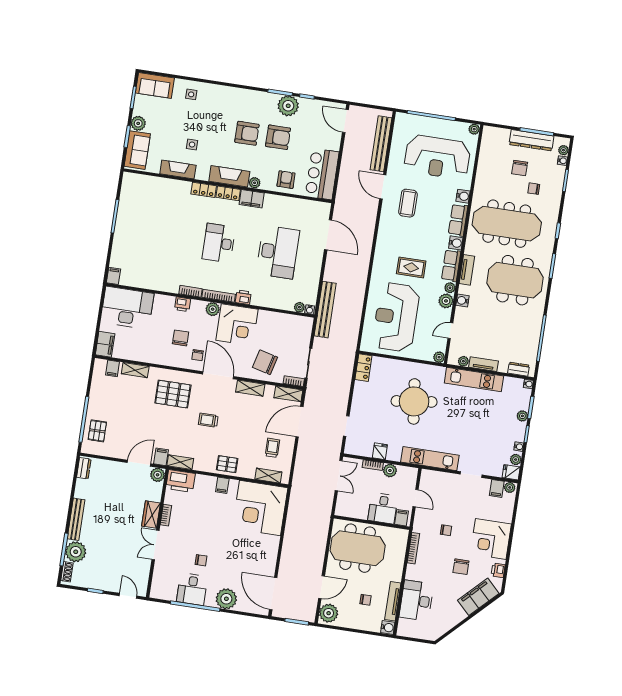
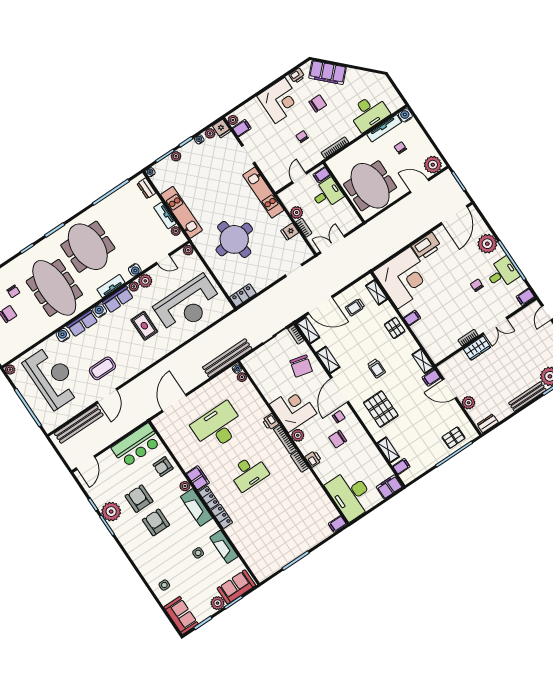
plant: (158, 475) -> (469, 403), moved
printer: (181, 481) -> (426, 246), moved, turned 90
filing cabinet: (156, 590) -> (525, 297), added

